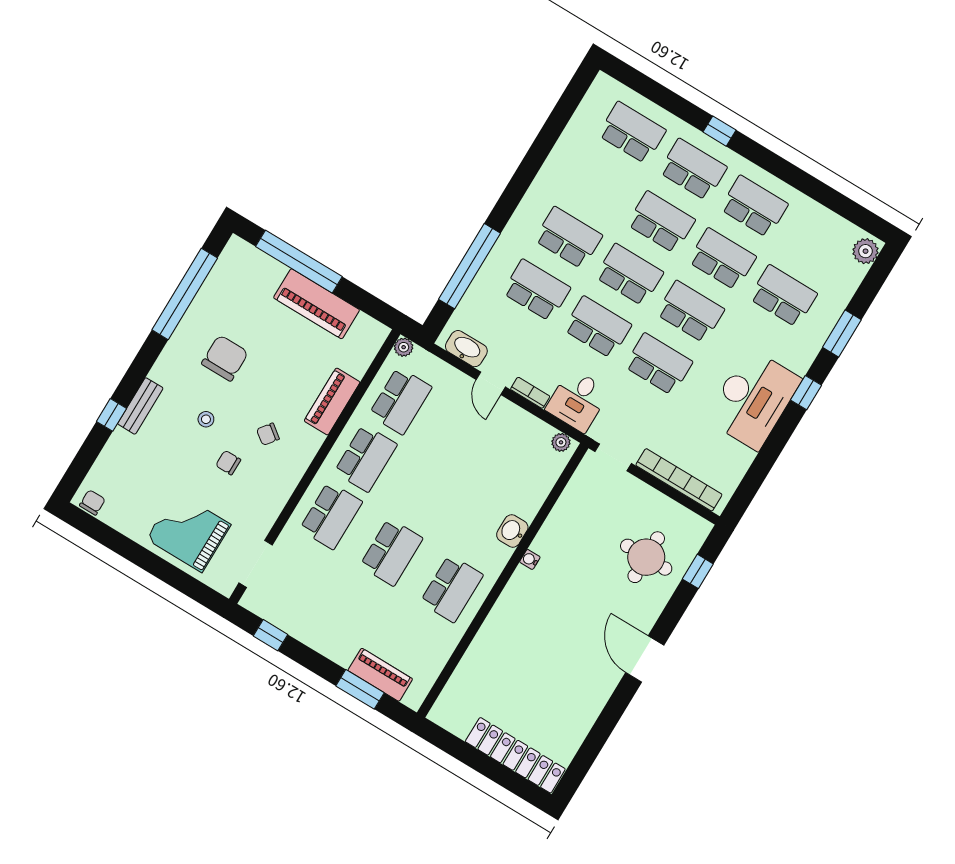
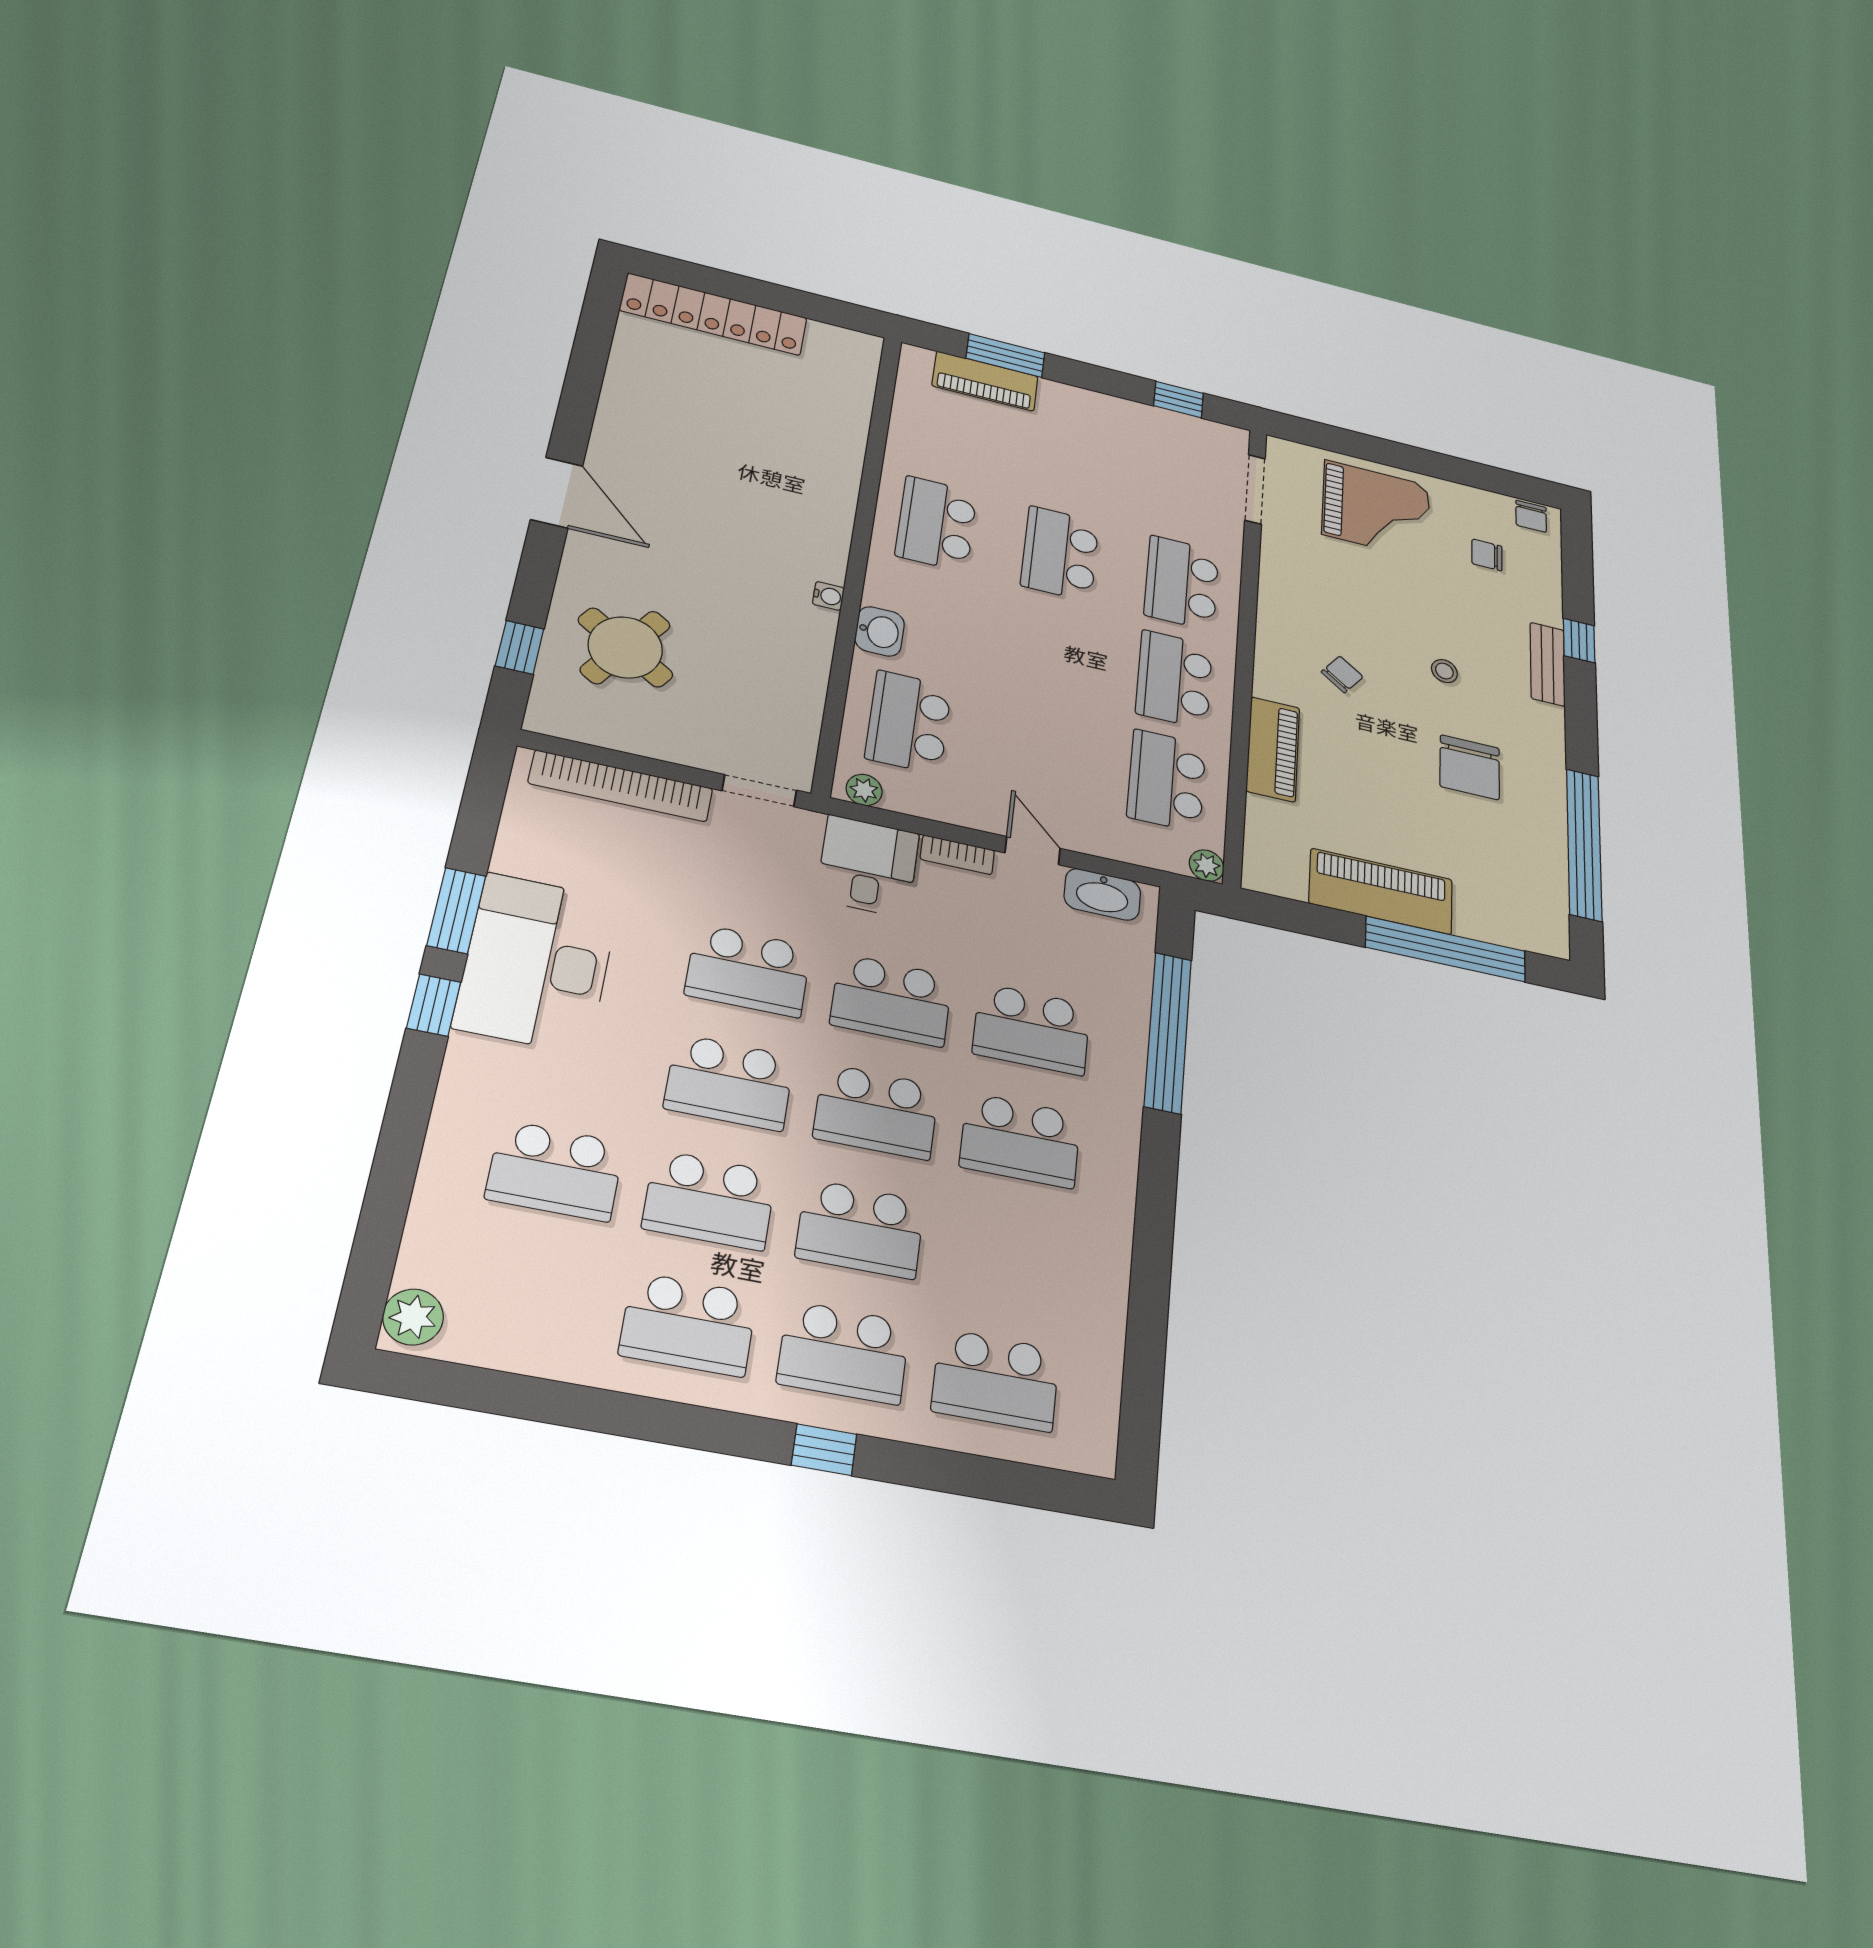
window: (842, 333) -> (456, 911), moved
chair: (228, 463) -> (1487, 555), moved, turned 180
school desk: (521, 474) -> (908, 722), added
round table: (646, 557) -> (625, 647), turned 33

